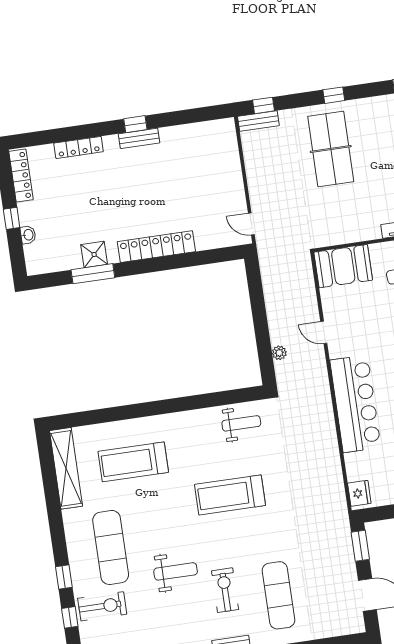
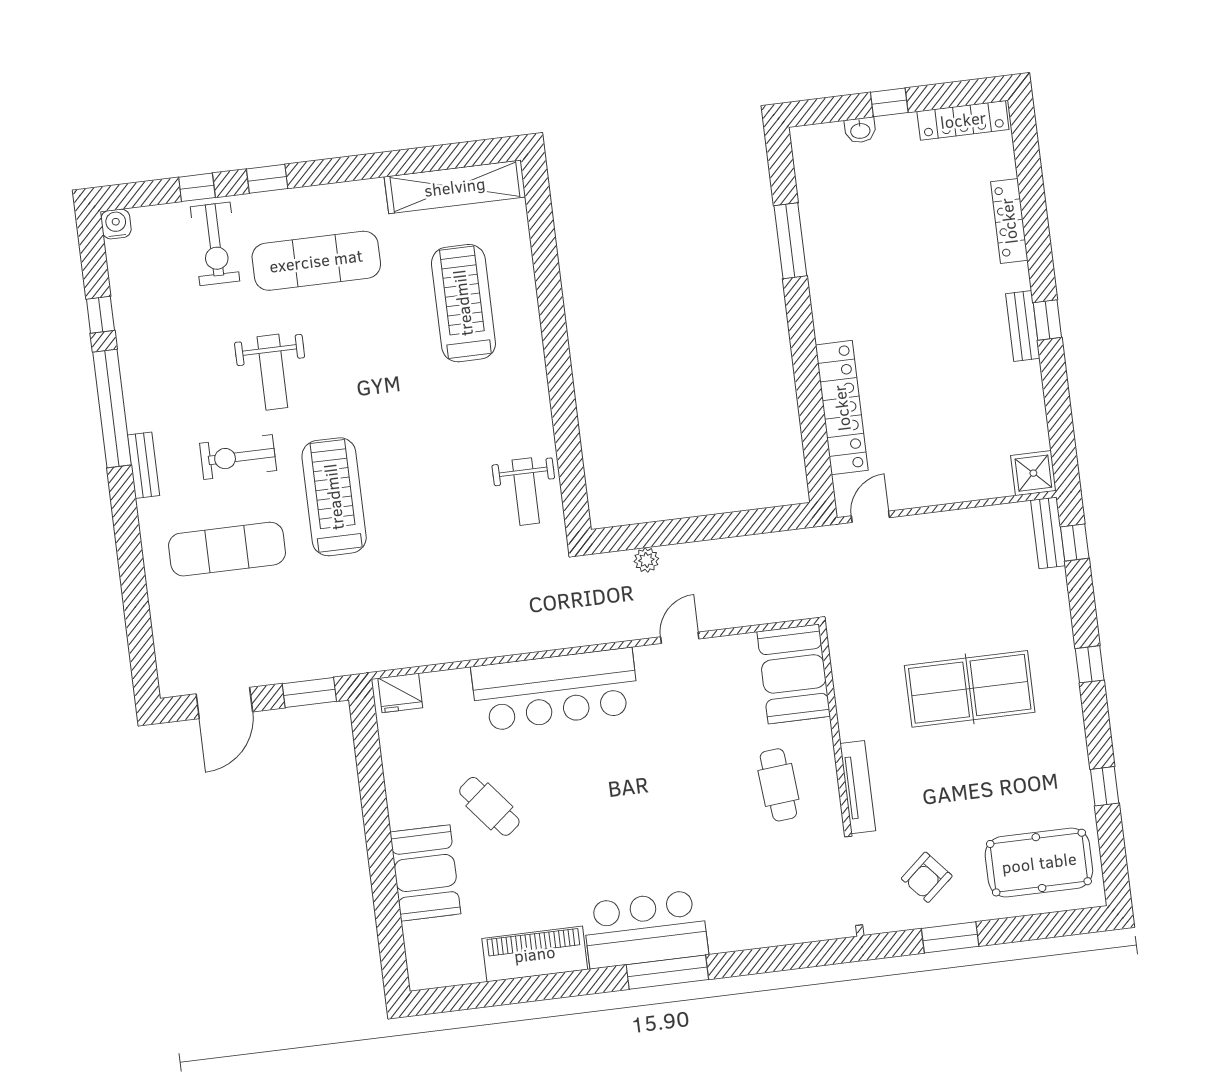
table tennis table: (331, 149) -> (970, 689), moved
locker: (156, 247) -> (842, 408), moved
shower: (94, 255) -> (1033, 473), moved
treadmill: (230, 495) -> (334, 497), moved
exercise bike: (225, 590) -> (238, 457), turned 180

